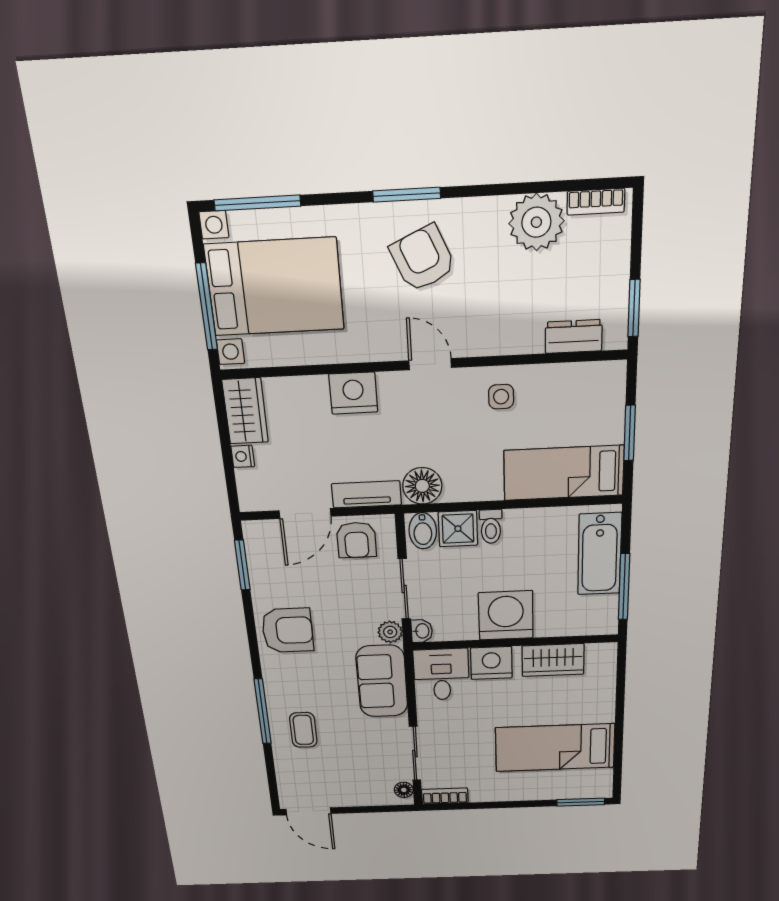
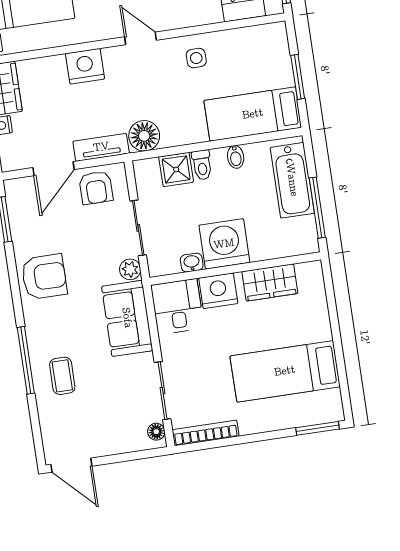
bidet: (423, 531) -> (236, 157), moved, width x0.72, depth x0.74
washbasin: (422, 631) -> (192, 263), moved, turned -90
bookcase: (445, 796) -> (206, 433), width x1.56

